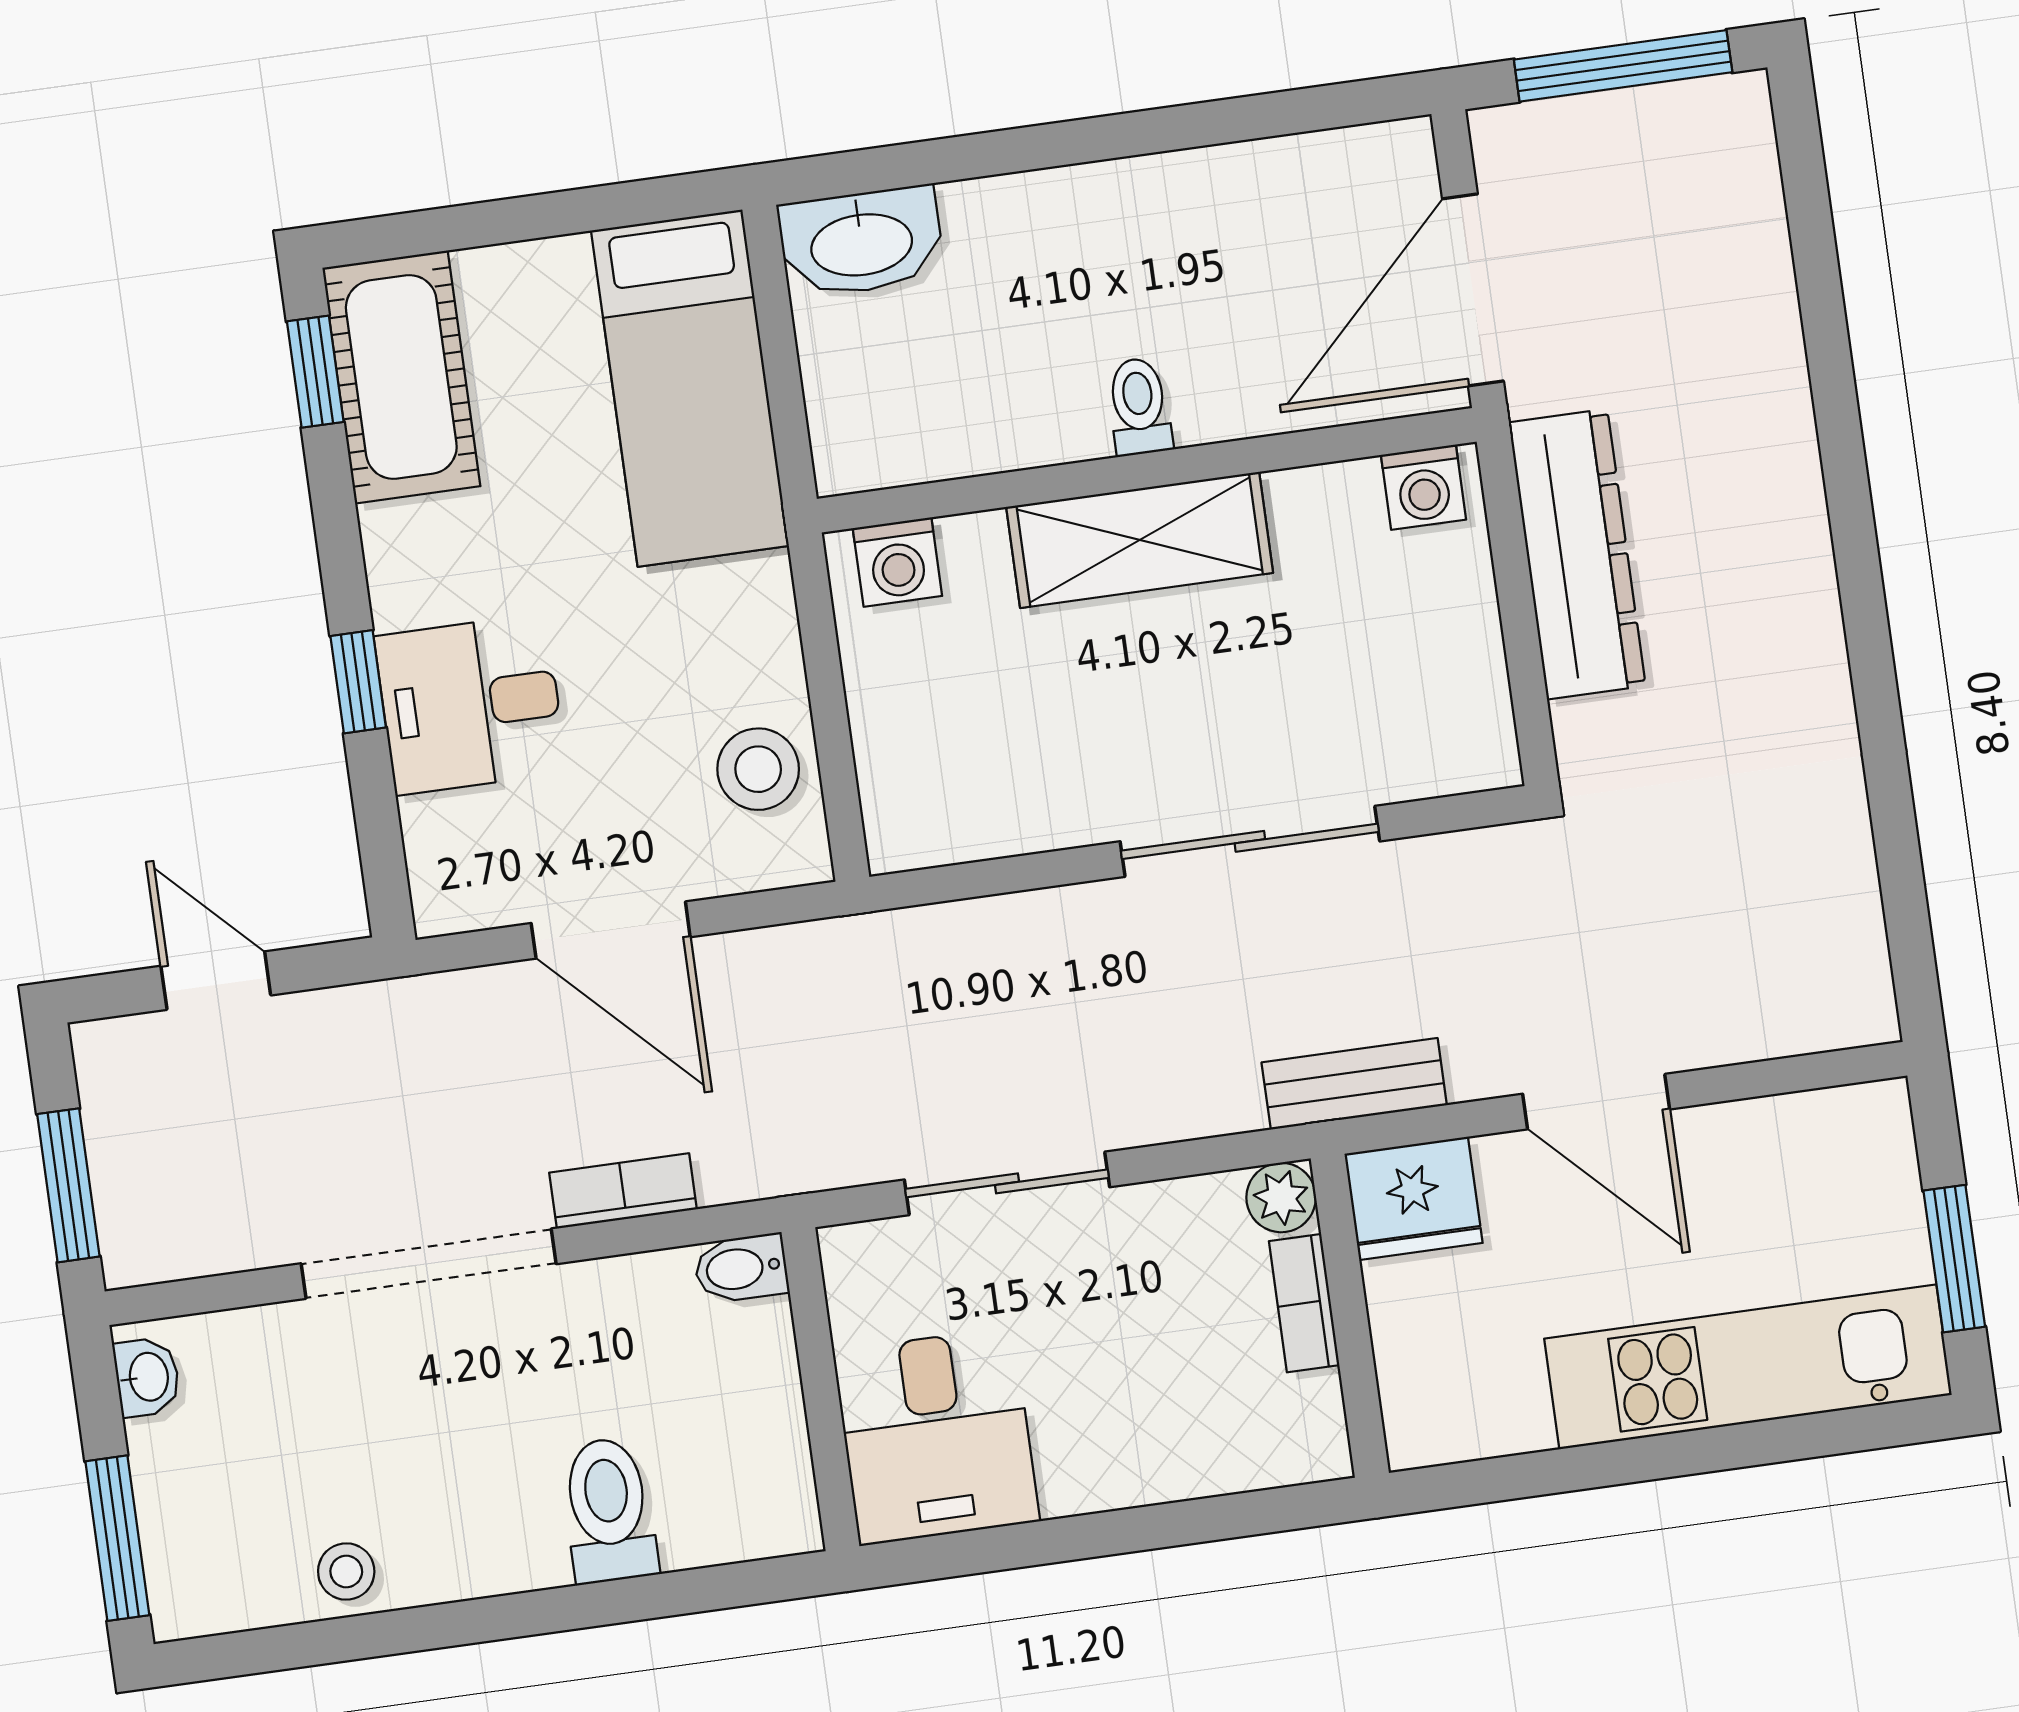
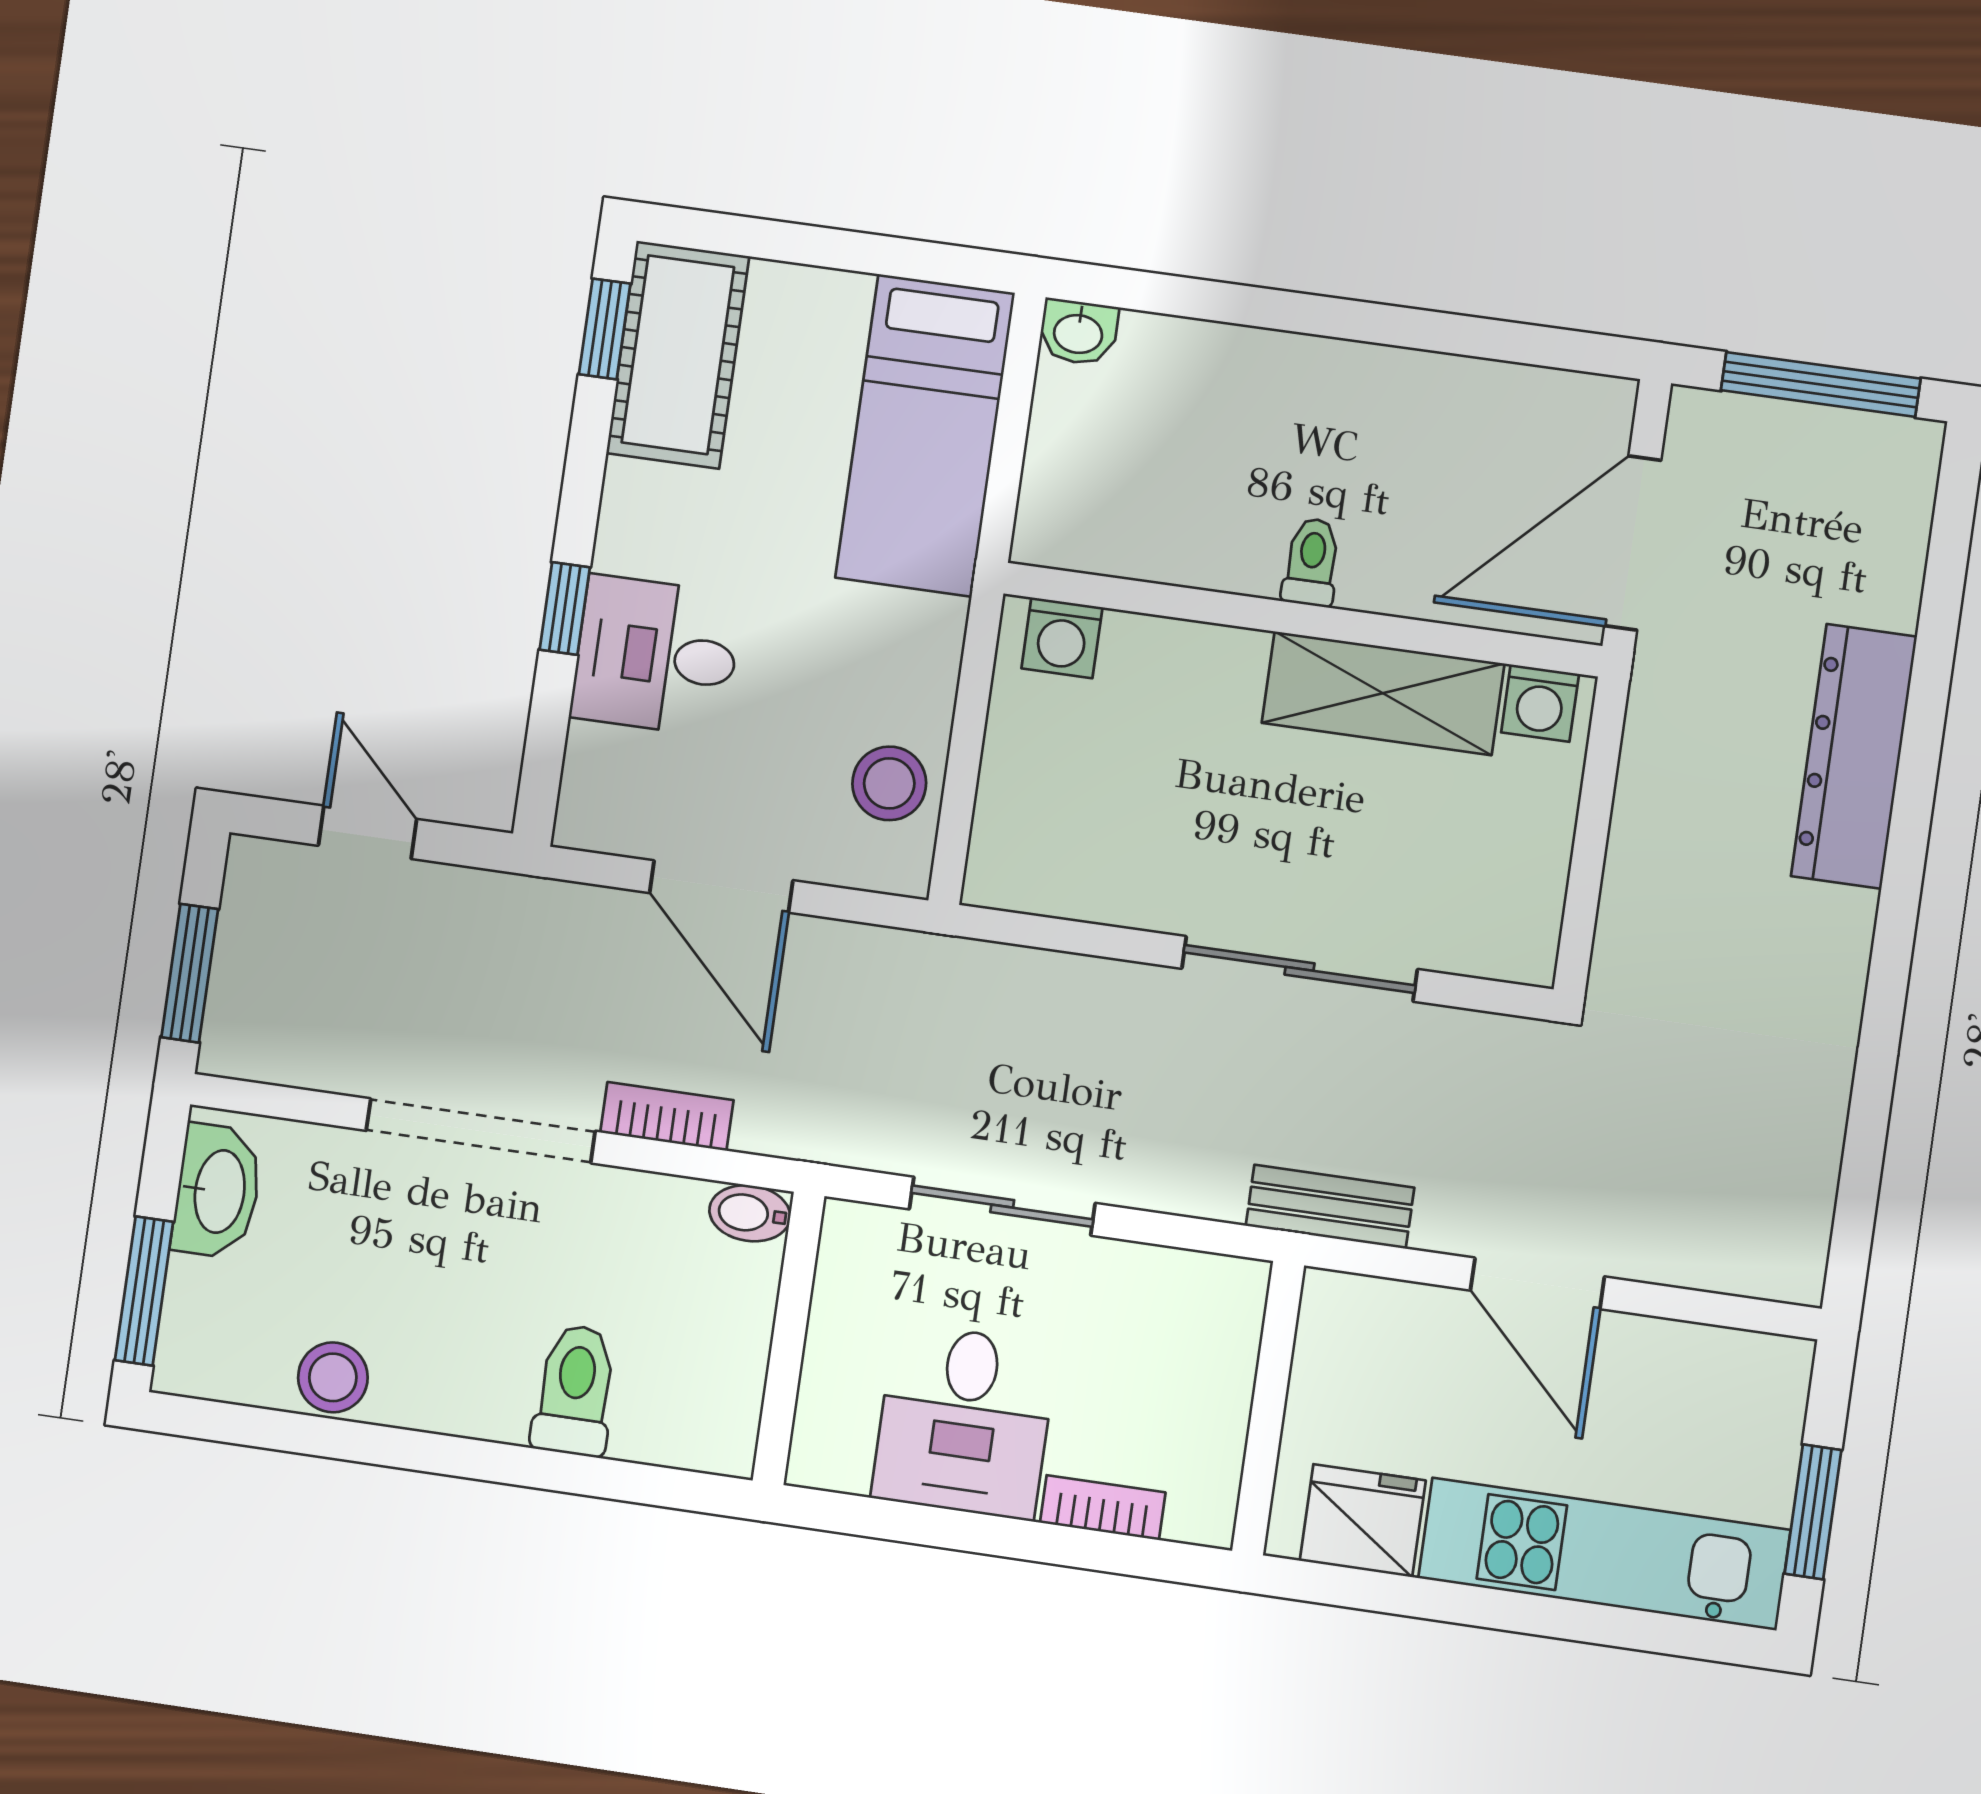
washbasin: (861, 242) -> (1078, 332), width x0.52, depth x0.69
shelving: (1140, 540) -> (1383, 693), moved
dresser: (1577, 554) -> (1854, 756), moved, turned 180
plant: (1281, 1198) -> (1238, 1288), removed
fridge: (1414, 1198) -> (1363, 1521), moved, turned 180
bookcase: (1304, 1303) -> (1103, 1508), moved, turned 90
washbasin: (147, 1377) -> (217, 1191), width x1.91, depth x1.45
desk: (936, 1436) -> (964, 1421), moved
stool: (346, 1572) -> (333, 1377), width x1.37, depth x1.37

